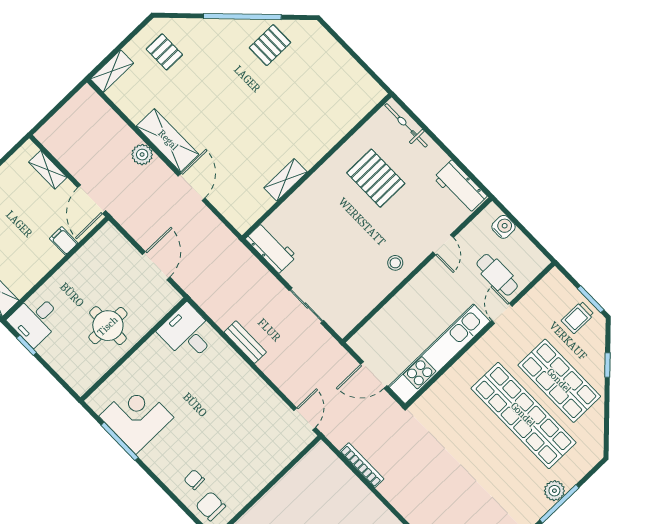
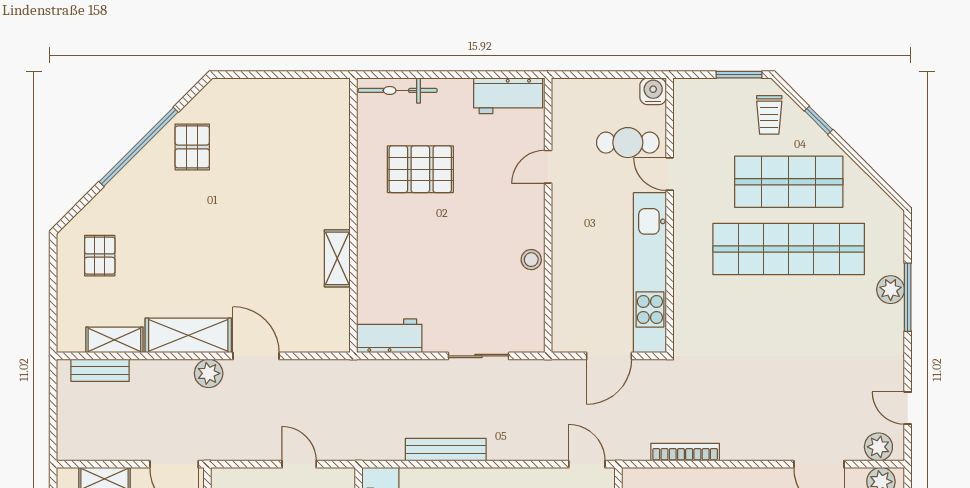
pallet: (164, 52) -> (100, 256), turned 90
shelving: (112, 71) -> (114, 340), moved, turned 90
bench: (103, 111) -> (100, 370), added
plant: (142, 155) -> (209, 373), moved
water cooler: (503, 227) -> (653, 91), moved
door: (443, 245) -> (548, 167), swing flipped
stool: (395, 263) -> (531, 260), moved
door: (156, 266) -> (299, 464), width x0.73
trolley: (578, 317) -> (769, 115), moved
bench: (245, 342) -> (446, 450), width x1.36

